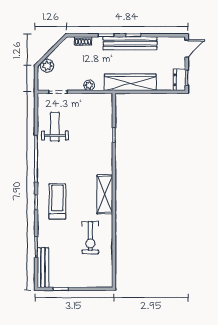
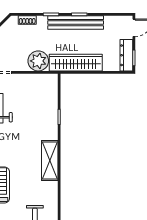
dresser: (179, 80) -> (126, 55), width x1.44
plant: (89, 85) -> (38, 61), width x1.87, depth x1.87
shelving: (105, 194) -> (50, 160), moved

